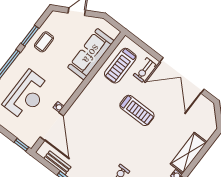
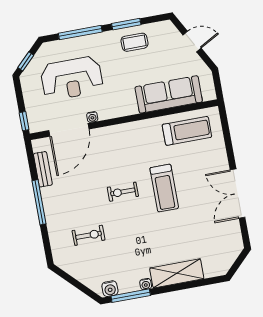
treadmill: (120, 66) -> (187, 131), turned 180
exercise bike: (145, 70) -> (123, 192), moved
double door: (182, 75) -> (238, 194), width x0.73

